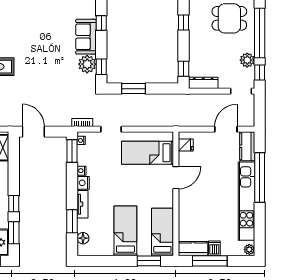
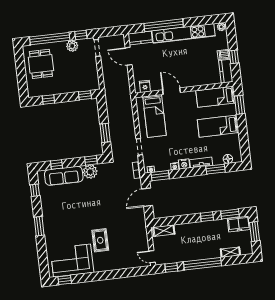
sofa: (86, 37) -> (64, 176), width x1.36
dresser: (203, 83) -> (94, 78), removed
door: (33, 132) -> (147, 197), moved
window: (210, 261) -> (234, 57), width x0.46

